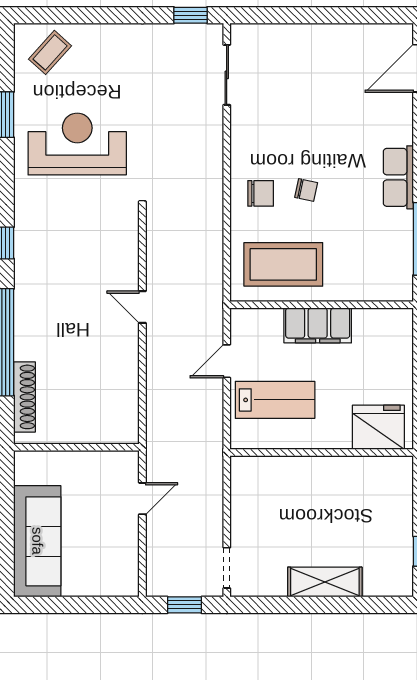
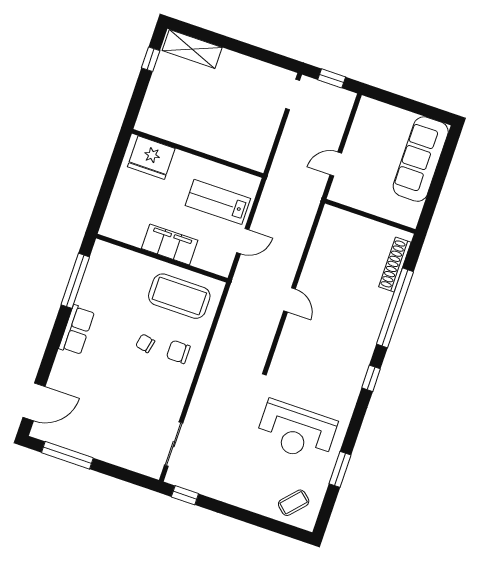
window: (356, 15) -> (67, 455), added
shelving: (325, 582) -> (192, 49), moved

